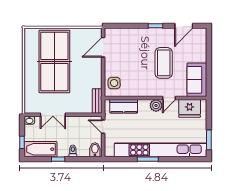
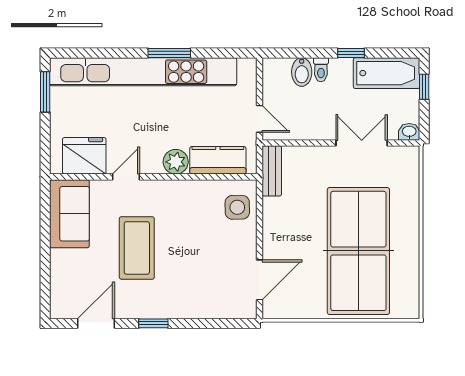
plant: (156, 105) -> (176, 162), moved
bidet: (95, 150) -> (302, 72), moved

